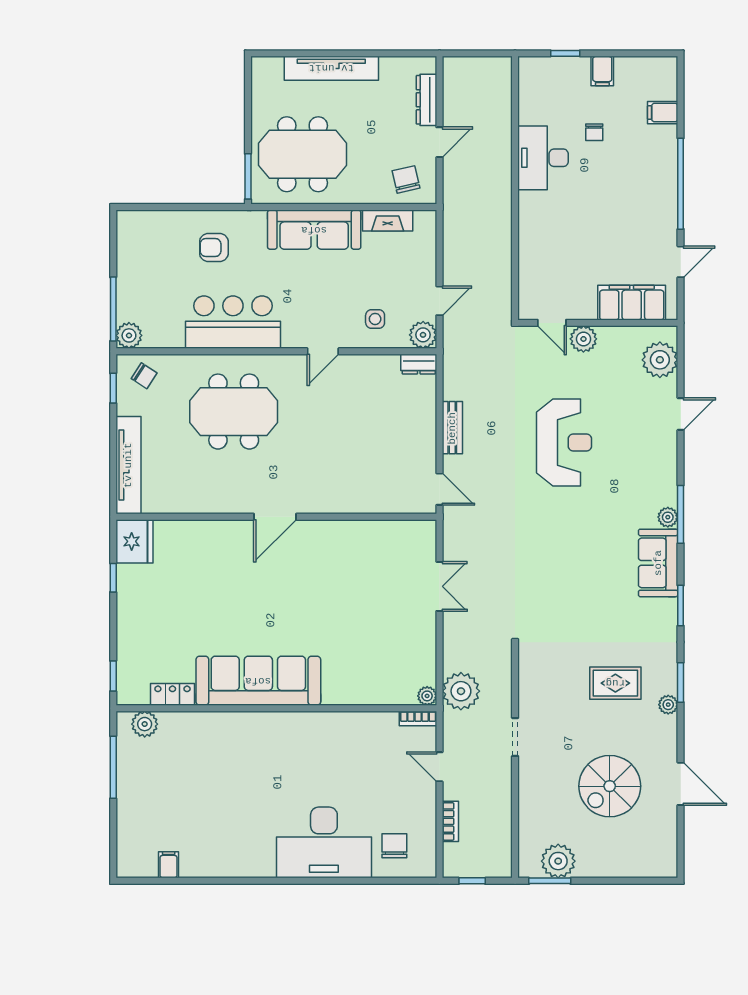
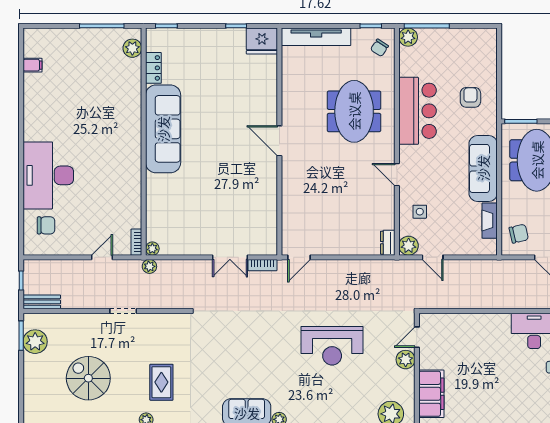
bench: (452, 428) -> (42, 302), moved
plant: (461, 691) -> (149, 266), width x0.53, depth x0.53
bookcase: (450, 821) -> (262, 265), moved

